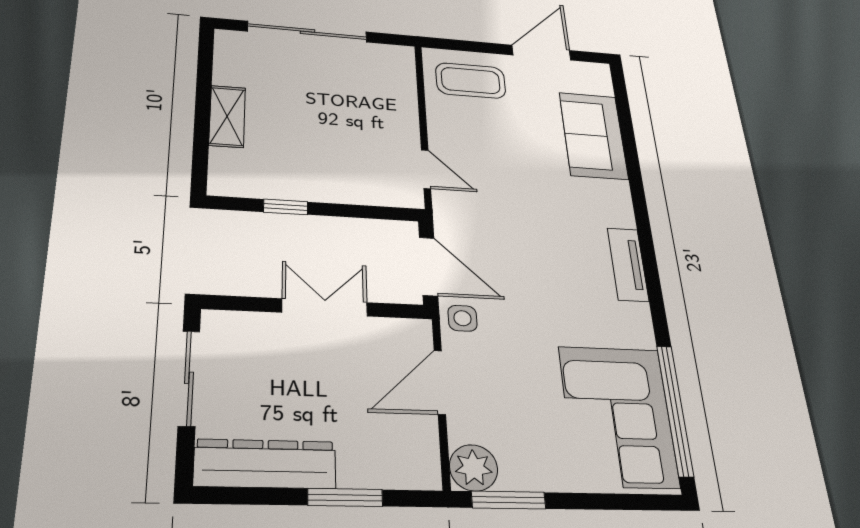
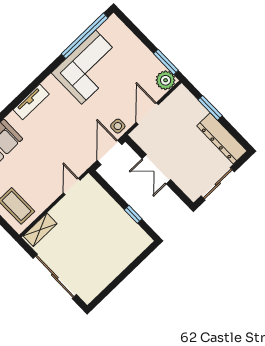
shelving: (227, 116) -> (40, 230), moved
tv unit: (628, 264) -> (31, 102), moved
door: (440, 382) -> (147, 114), swing flipped
corner sofa: (618, 416) -> (89, 67), moved

